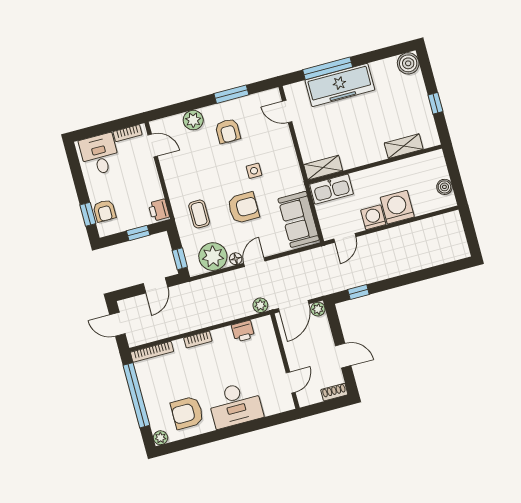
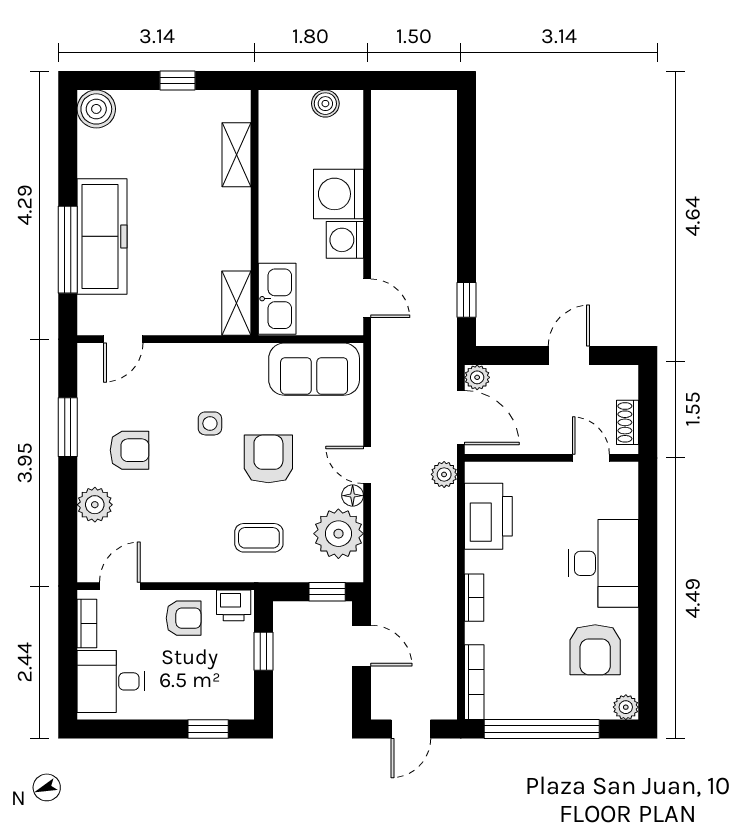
armchair: (104, 211) -> (184, 618), moved
printer: (243, 331) -> (488, 516), width x1.87, depth x1.48
shoe rack: (334, 392) -> (627, 422), moved

